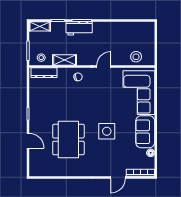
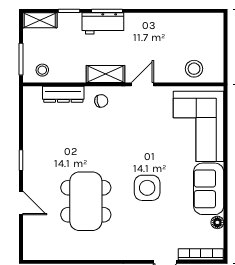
shelving: (65, 60) -> (105, 74), moved
dresser: (44, 73) -> (63, 94), moved

